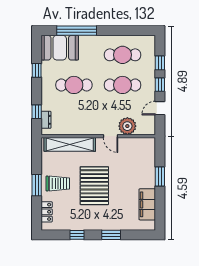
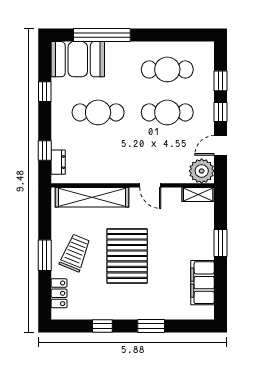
plant: (127, 126) -> (202, 171), moved
shelving: (144, 143) -> (198, 194), added
trolley: (58, 183) -> (75, 253), turned -68

